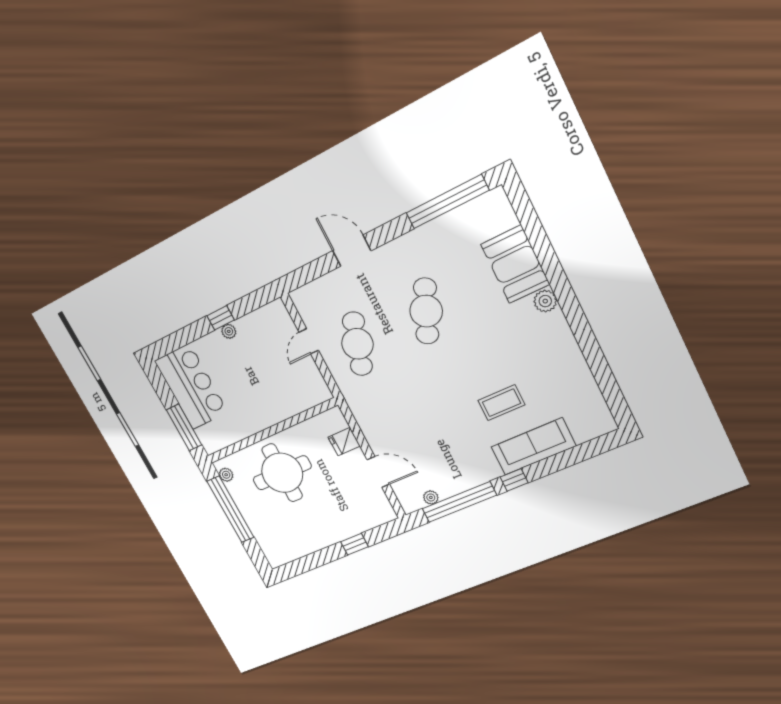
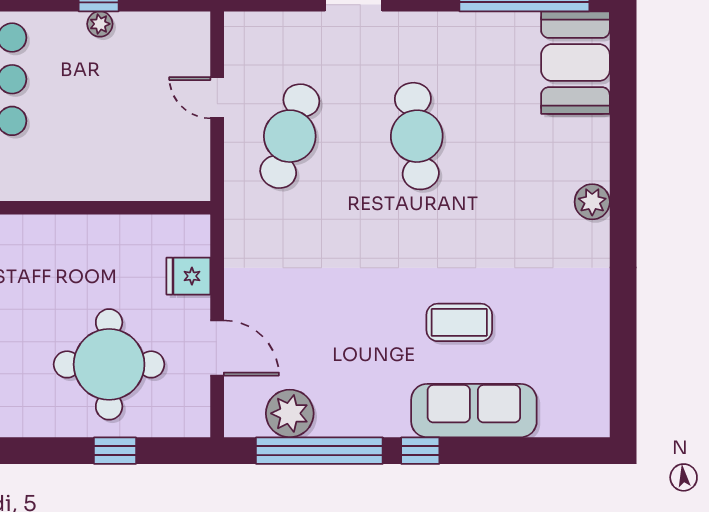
booth: (515, 264) -> (575, 63), moved
cafe table: (426, 311) -> (417, 136), turned -30
door: (309, 341) -> (217, 98), hinge flipped
round table: (282, 473) -> (109, 364), moved
plant: (431, 497) -> (290, 413), width x1.88, depth x1.88

